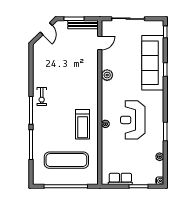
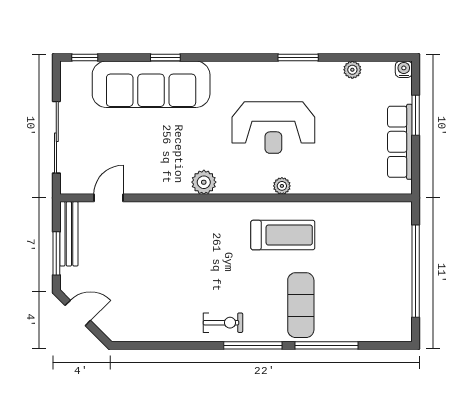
door: (100, 43) -> (109, 198), hinge flipped
plant: (107, 75) -> (204, 182), moved
exercise mat: (66, 160) -> (301, 305), moved, width x0.73, depth x0.69
row of seats: (120, 179) -> (400, 142), width x1.48

